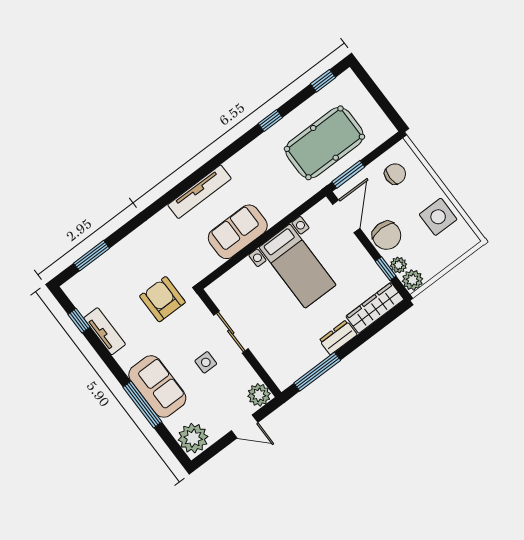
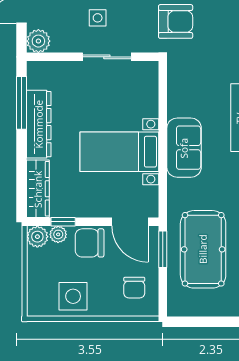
sofa: (238, 232) -> (184, 148), moved
dresser: (338, 337) -> (39, 124), width x1.96, depth x1.24

